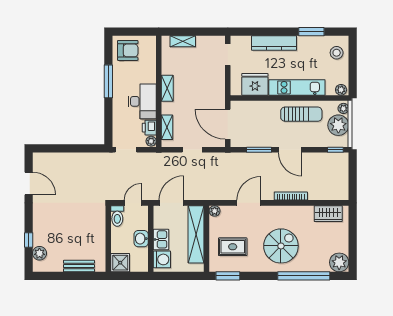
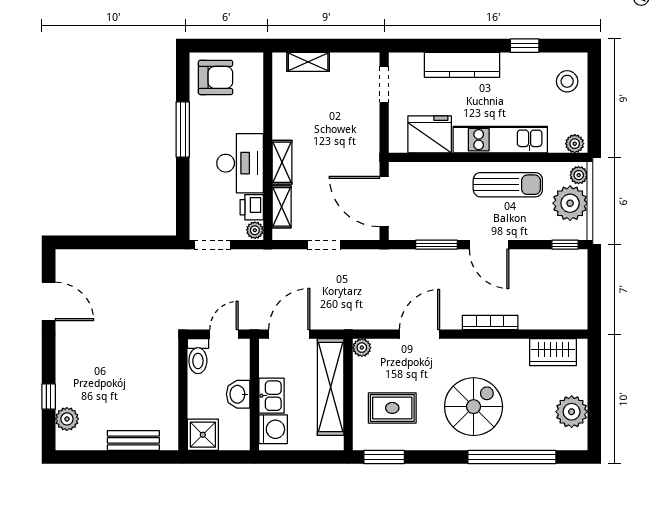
window: (311, 32) -> (525, 46), width x0.67
shelving: (167, 88) -> (282, 162), moved
plant: (339, 262) -> (572, 412), moved

